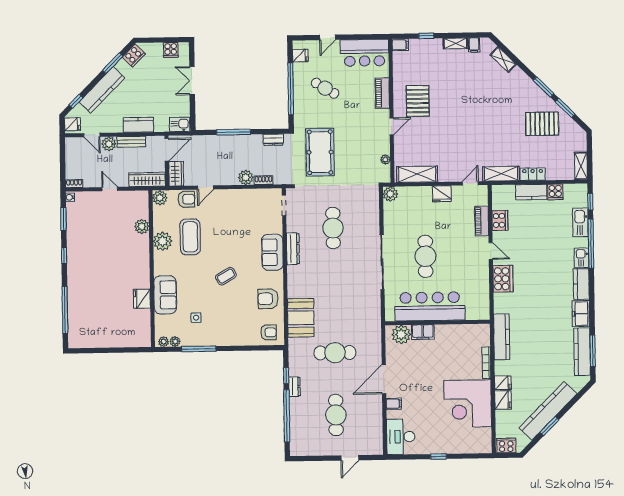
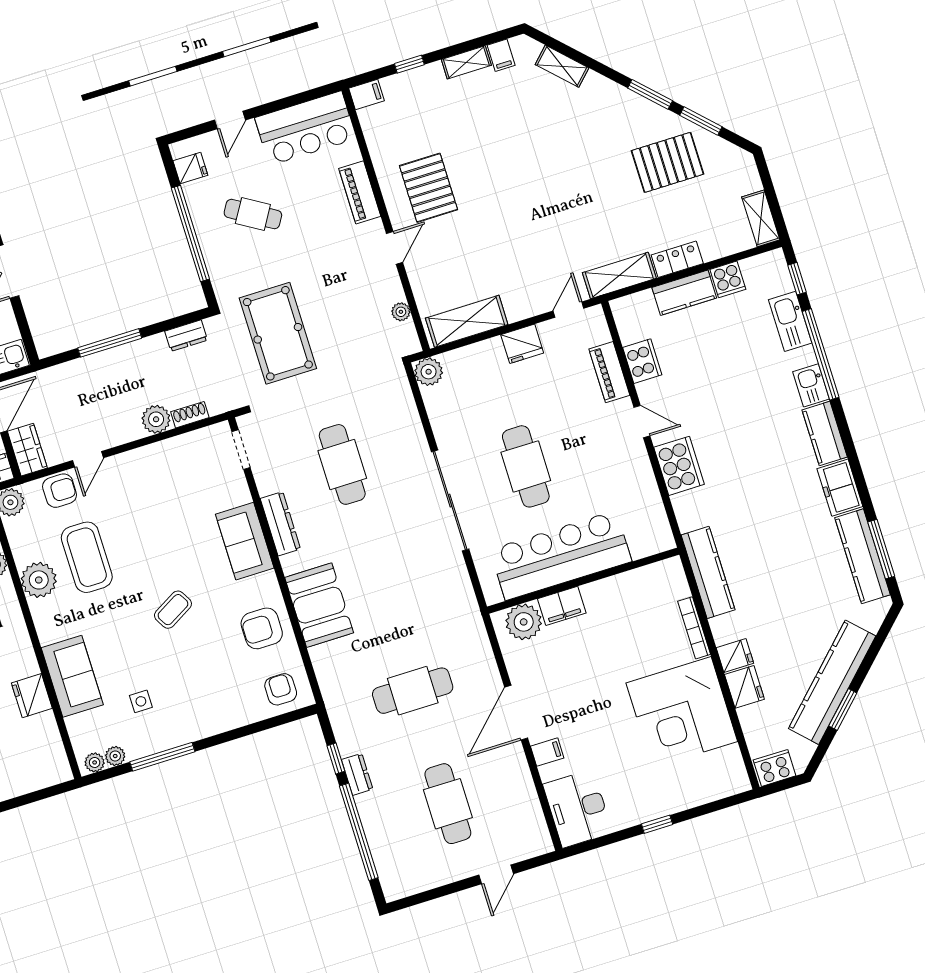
booth: (301, 318) -> (319, 605), moved
armchair: (268, 332) -> (281, 689), turned -90

